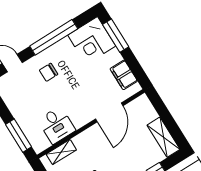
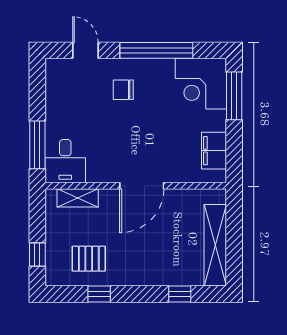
door: (109, 112) -> (142, 186), moved
desk: (57, 125) -> (65, 161), moved
shelving: (163, 137) -> (215, 245), width x1.47

